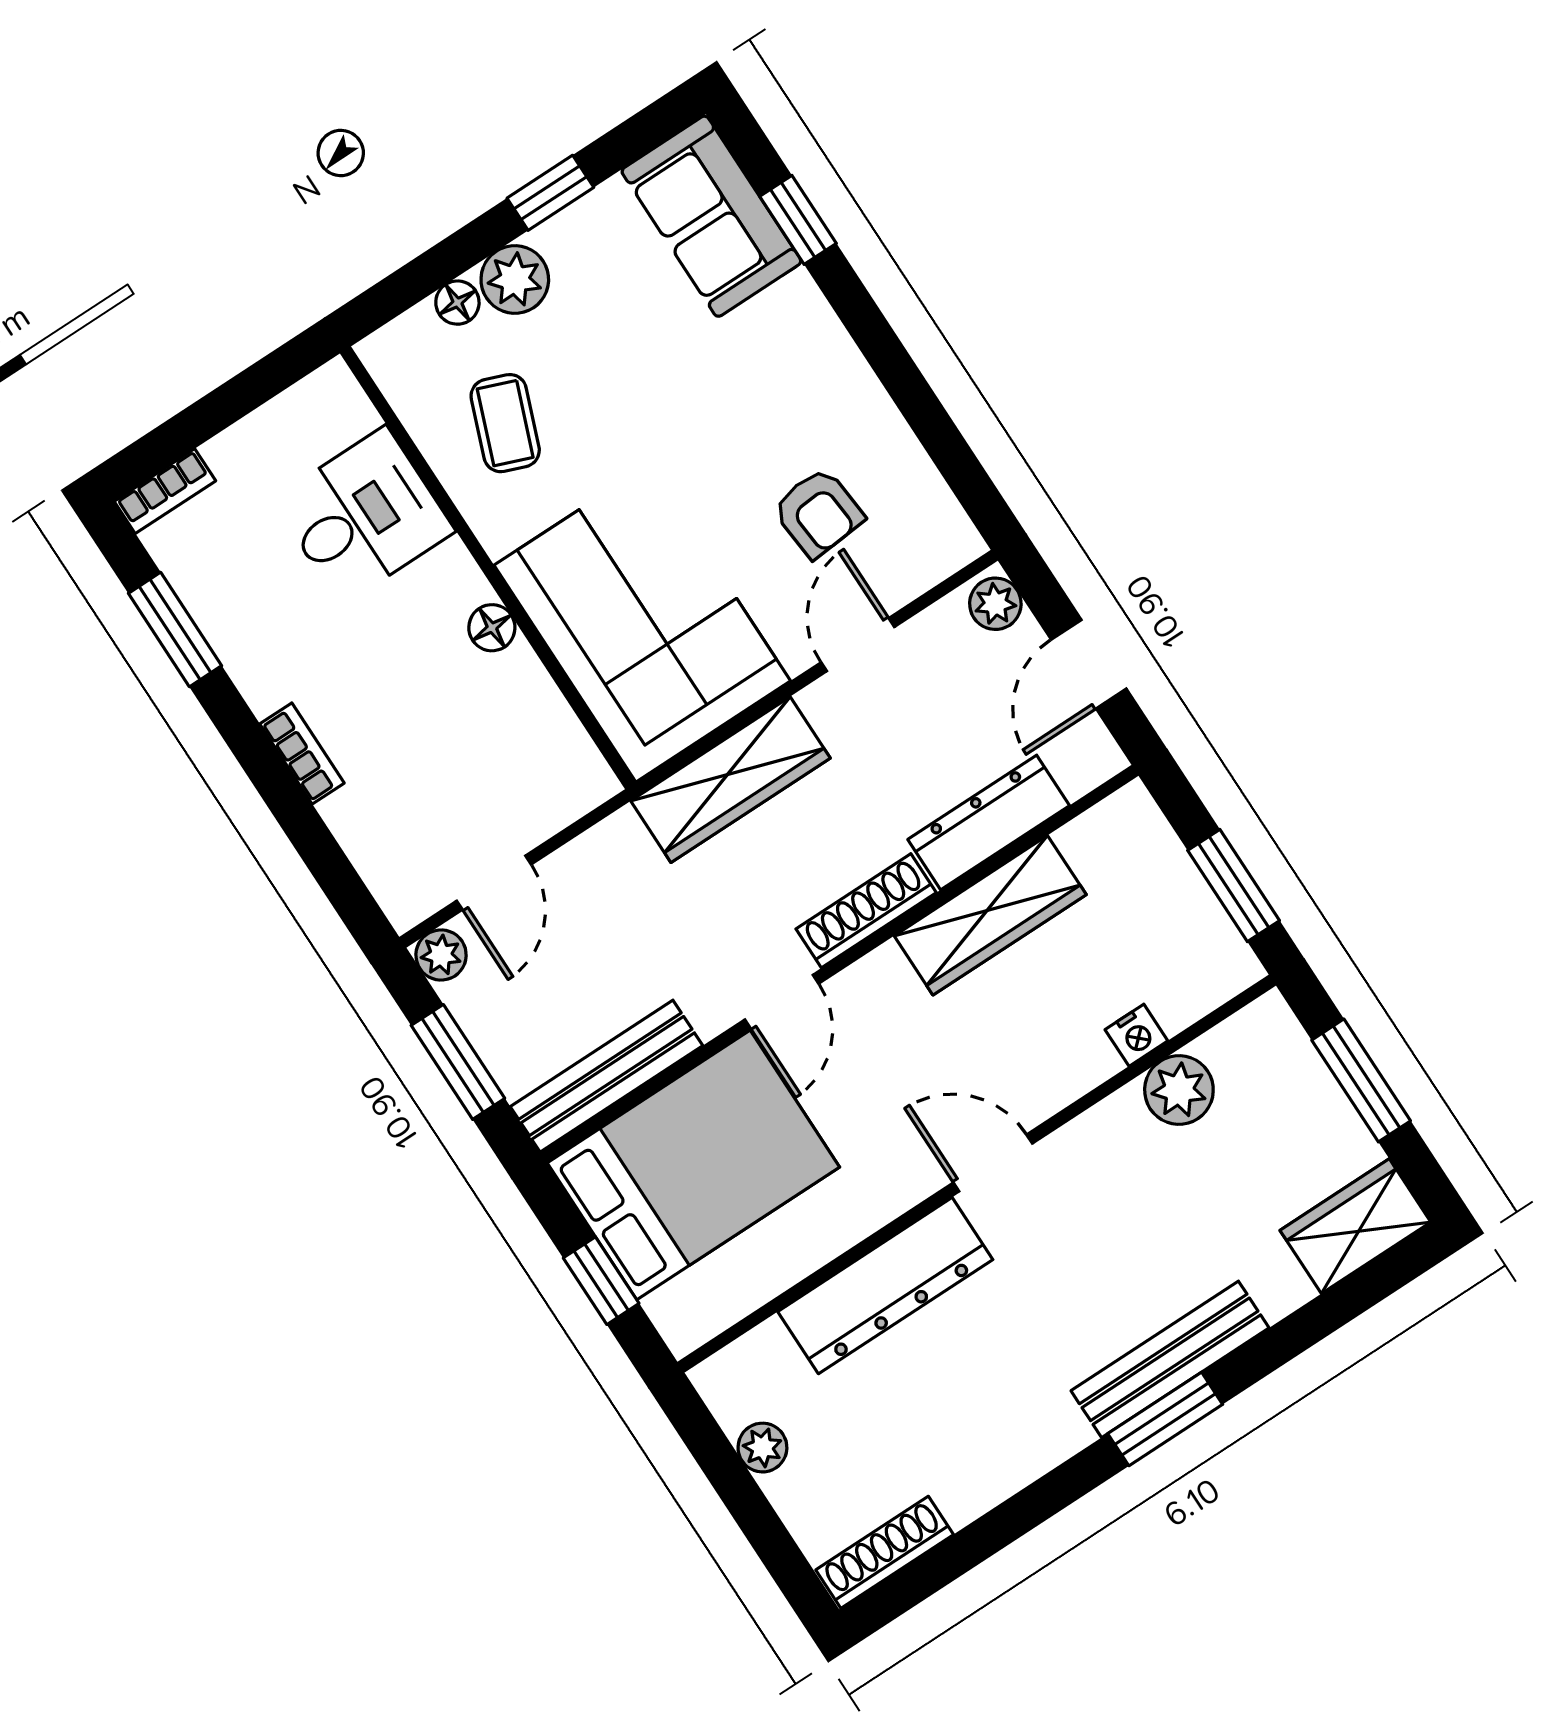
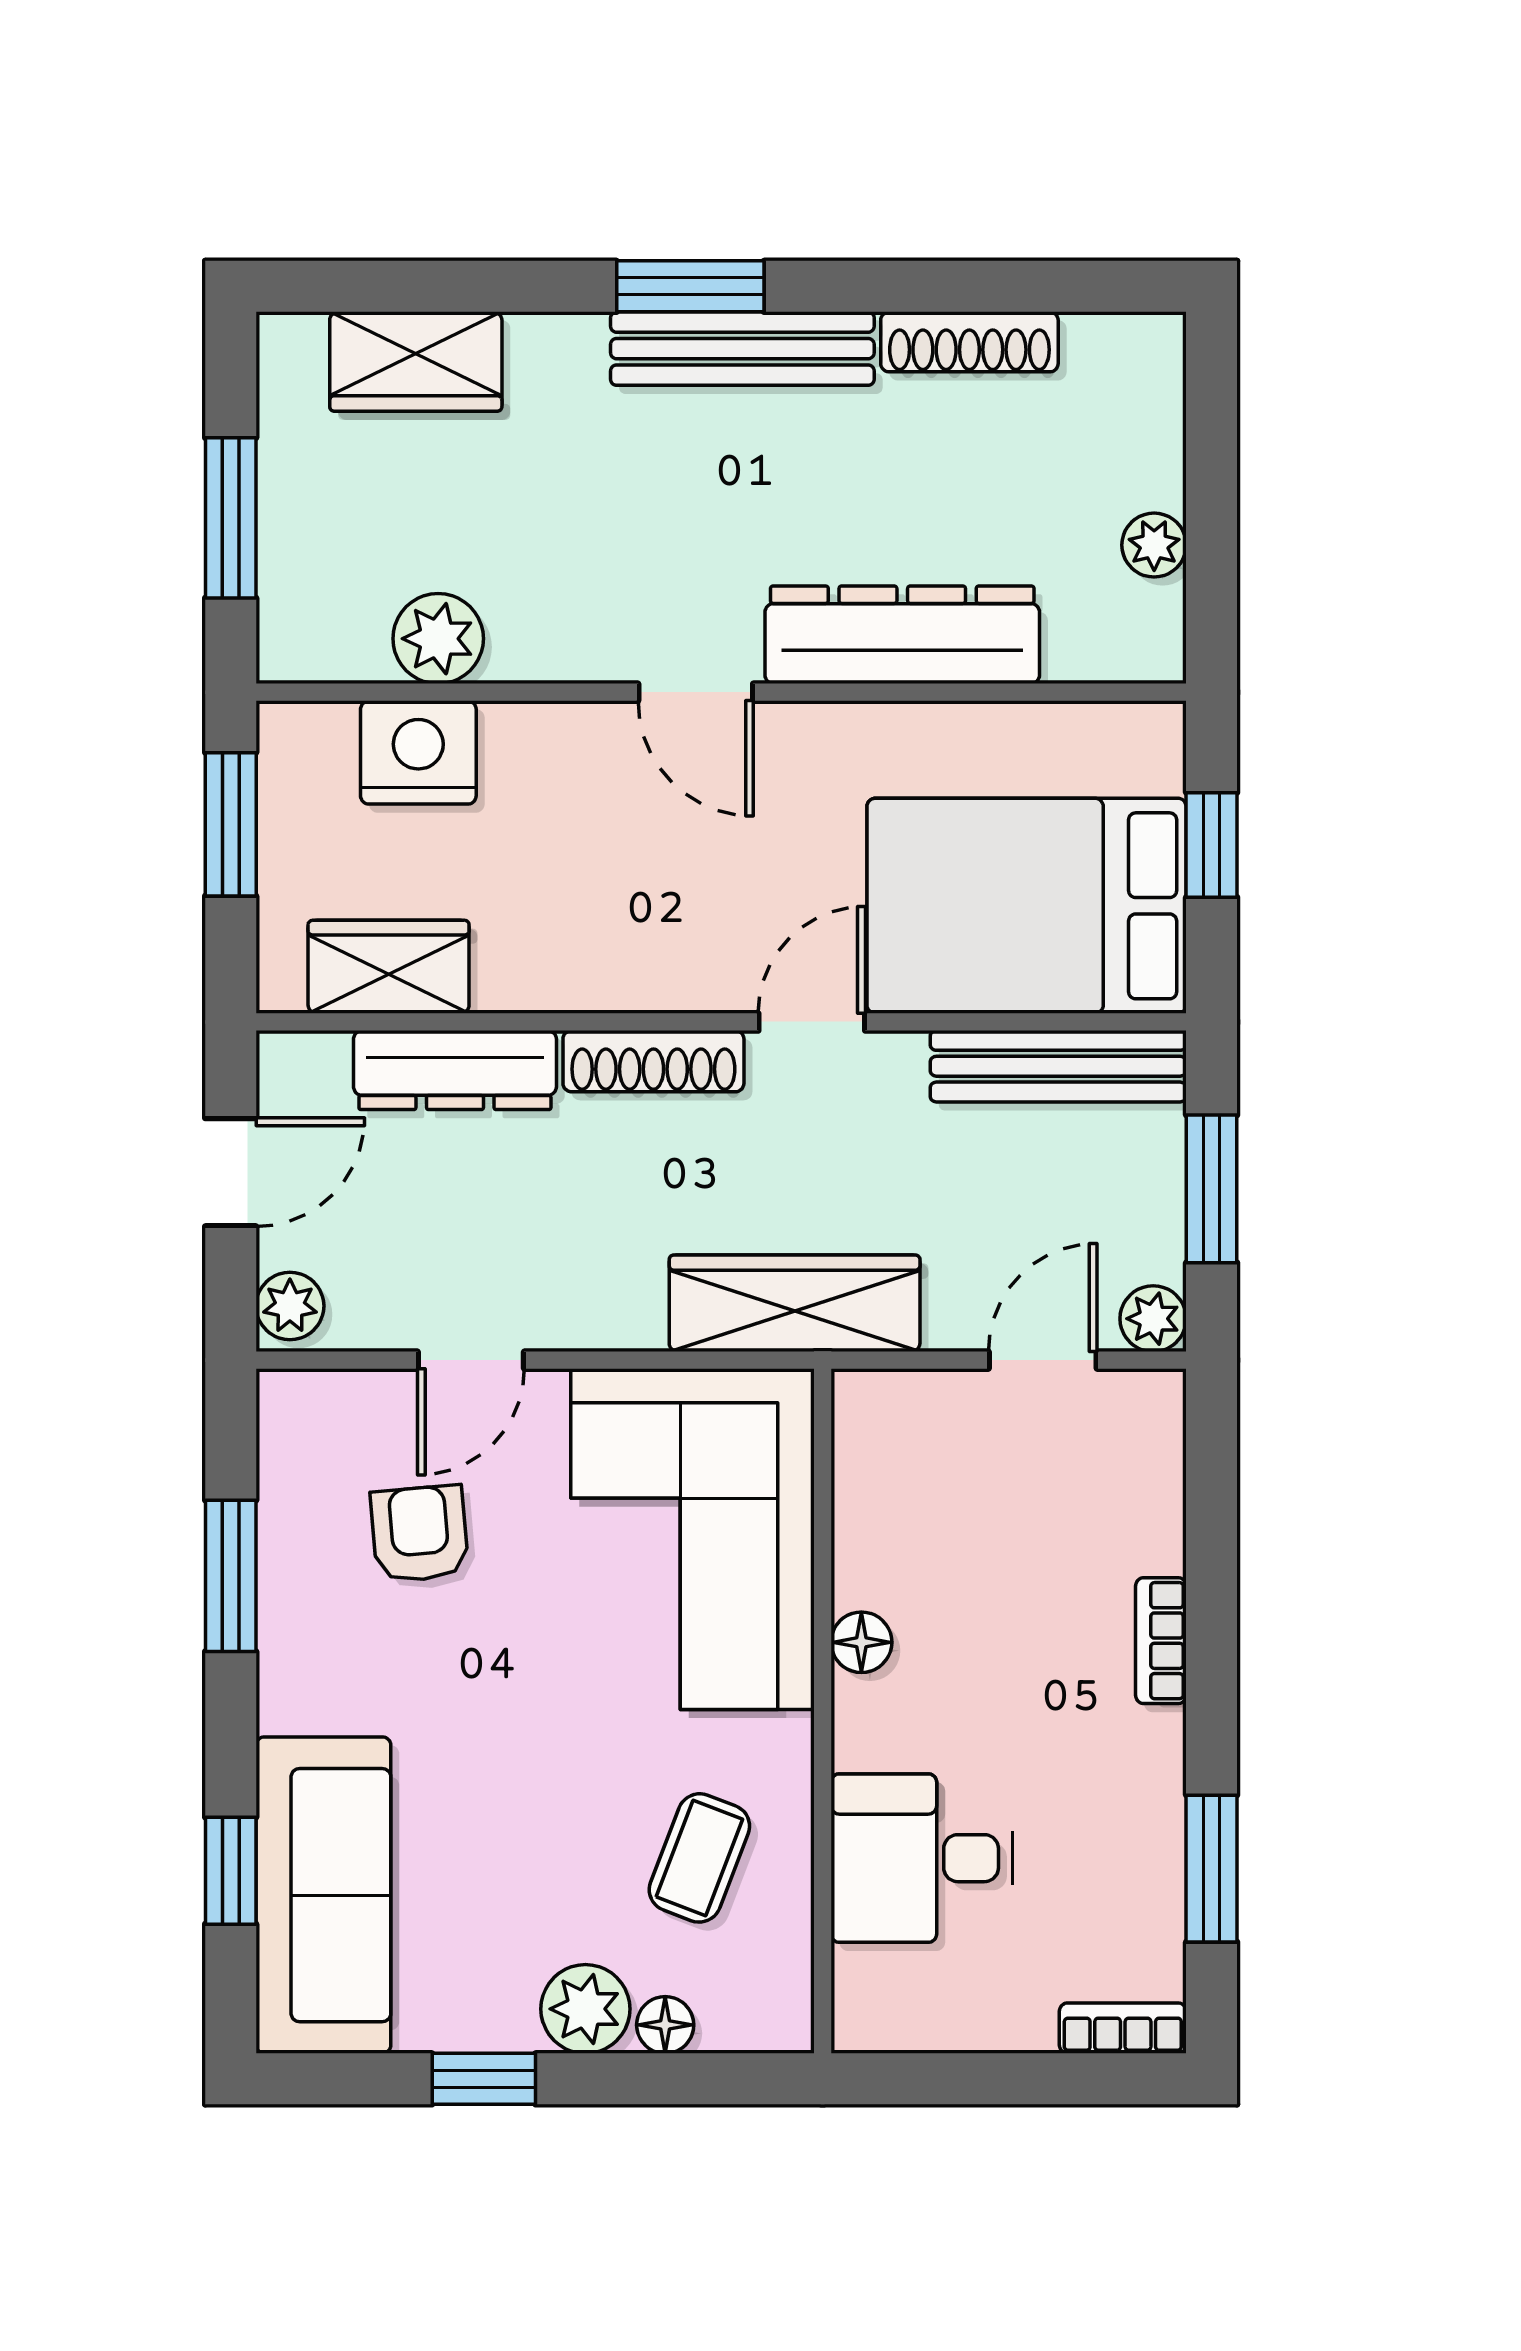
sofa: (711, 216) -> (323, 1895), width x1.36
window: (921, 407) -> (231, 1576), added
wardrobe: (730, 780) -> (795, 1303), moved
wardrobe: (990, 915) -> (389, 967), moved, width x0.67
nightstand: (1136, 1035) -> (418, 752), width x1.89, depth x1.79
wardrobe: (1355, 1226) -> (416, 362), moved
bench: (1170, 1359) -> (742, 349), moved
shoe rack: (885, 1552) -> (969, 342), moved

